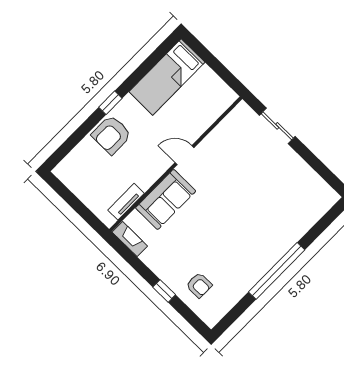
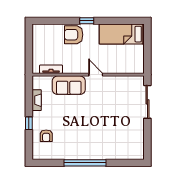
sliding door: (277, 126) -> (147, 102), width x1.37
fireplace: (130, 239) -> (37, 100), moved

